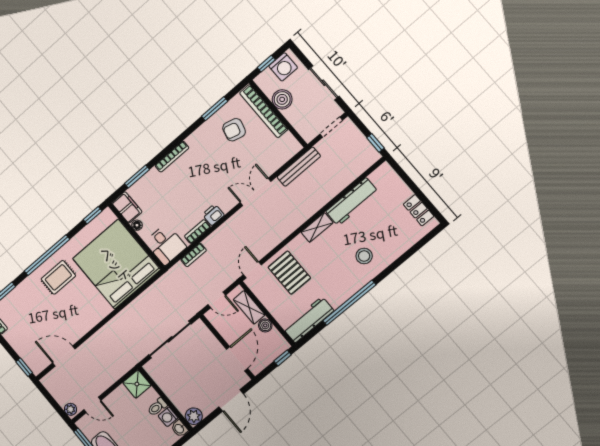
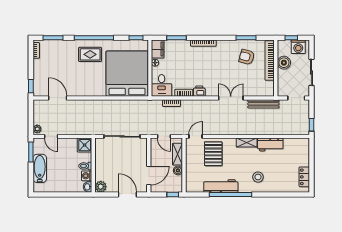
workbench: (352, 202) -> (270, 144), width x0.73
workbench: (309, 320) -> (221, 186), moved
door: (231, 400) -> (127, 195), swing flipped

